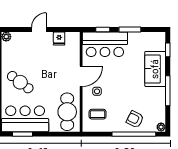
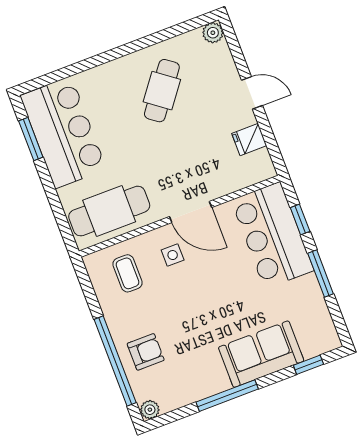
cafe table: (20, 82) -> (162, 91), moved
armchair: (135, 119) -> (146, 352), turned 64

